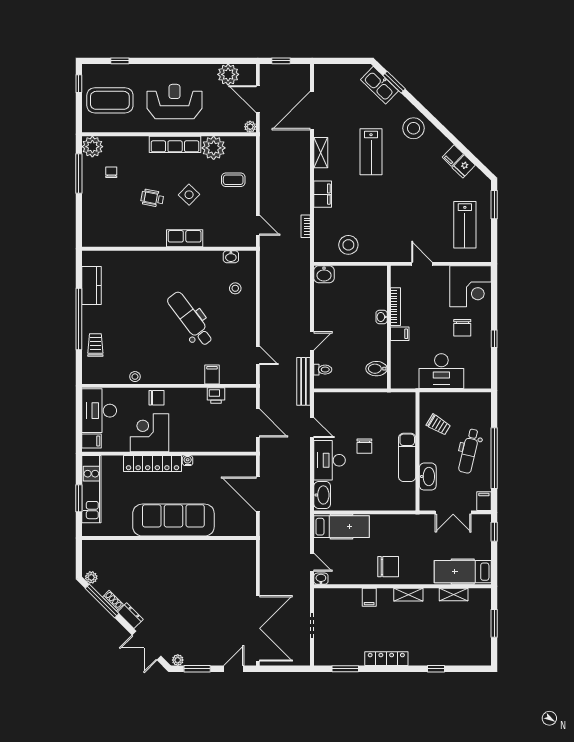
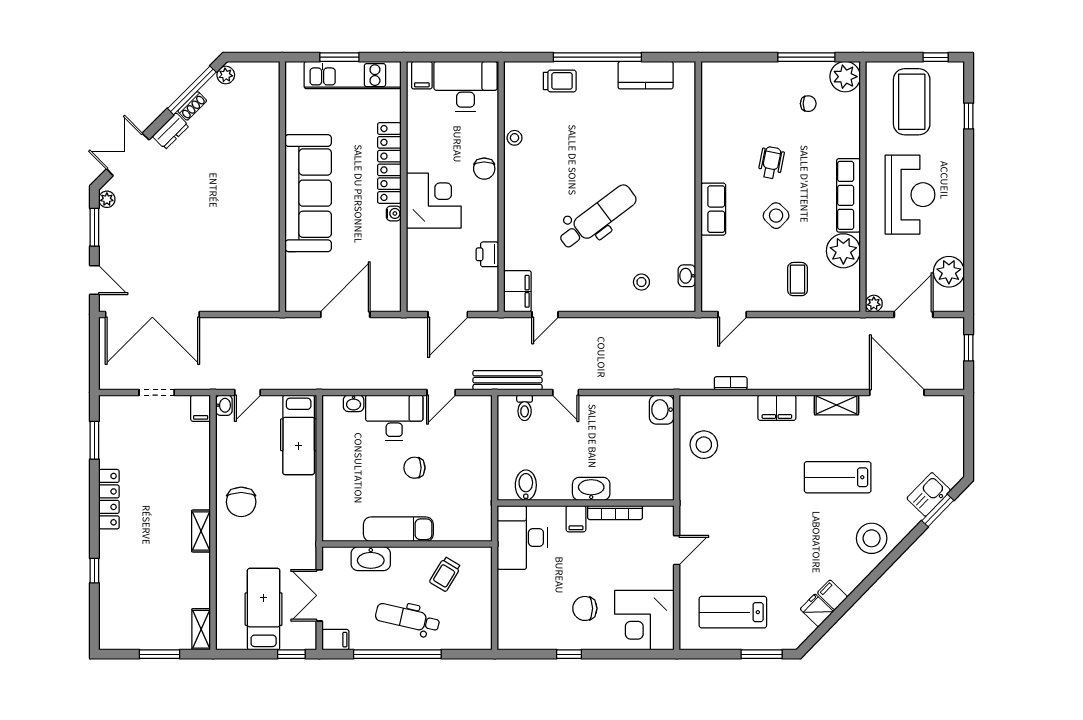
kitchen sink: (380, 85) -> (929, 494), width x0.73
washbasin: (382, 317) -> (591, 489), width x1.91, depth x1.45
desk: (441, 371) -> (522, 537), moved
filing cabinet: (212, 374) -> (517, 291), moved, width x2.00
corner desk: (150, 433) -> (434, 201), moved
washbasin: (322, 495) -> (354, 403), width x0.52, depth x0.69
hospital bed: (463, 572) -> (264, 609), moved
shelving: (454, 594) -> (201, 629), moved
filing cabinet: (369, 597) -> (201, 408), moved, turned -90

